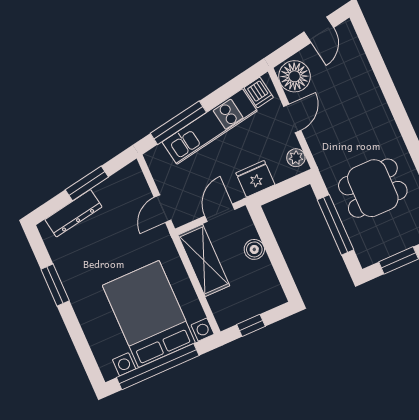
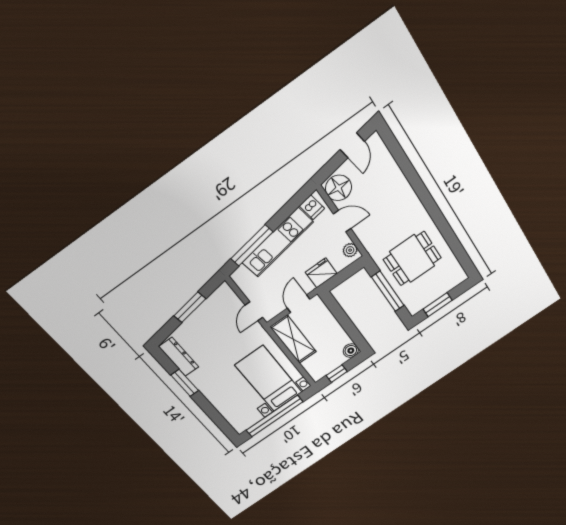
door: (292, 118) -> (342, 221), hinge flipped
dresser: (73, 213) -> (179, 357), moved, turned -80
boiler: (254, 249) -> (351, 351), moved
bed with nightstands: (149, 314) -> (269, 379), width x0.73

